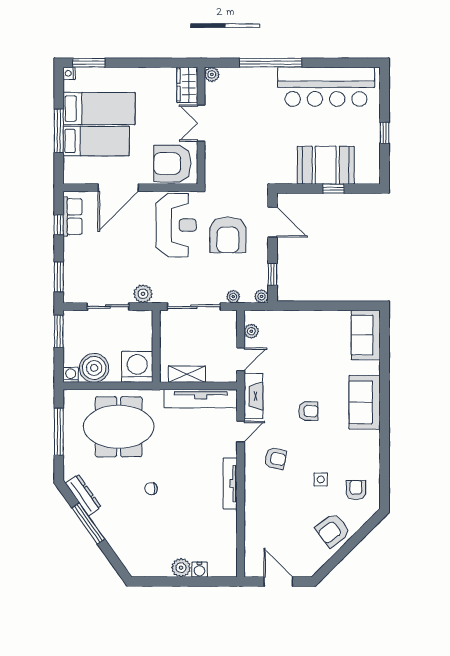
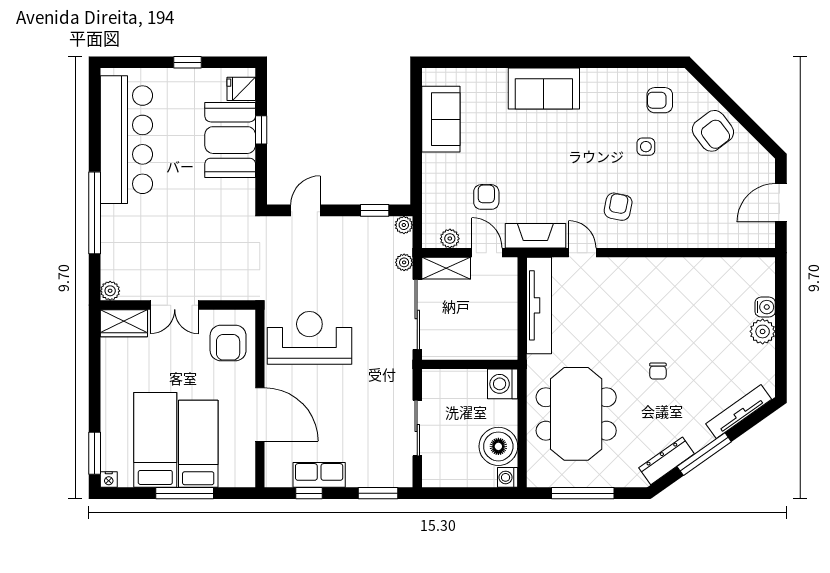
armchair: (172, 164) -> (228, 343), width x0.73, depth x0.73
fridge: (364, 174) -> (241, 89), added
row of seats: (73, 217) -> (319, 475), moved
door: (273, 222) -> (305, 210), width x0.73
armchair: (228, 235) -> (322, 269), removed
plant: (143, 294) -> (400, 382), removed
window: (59, 331) -> (450, 493), removed
sofa: (366, 335) -> (441, 119), moved, turned -90
washing machine: (137, 367) -> (503, 384), width x0.73, depth x0.73
shelving: (187, 374) -> (446, 268), moved, turned 90
armchair: (308, 411) -> (486, 197), moved
tv unit: (230, 483) -> (739, 411), moved, turned 145

